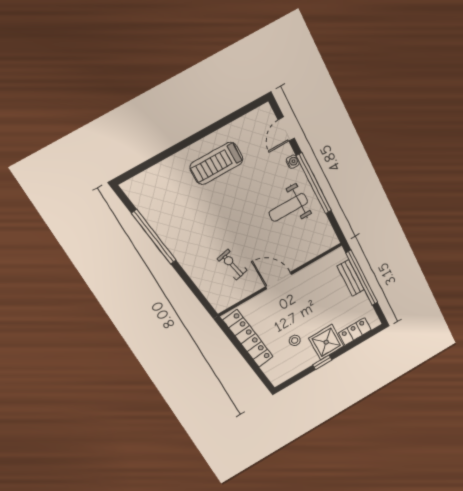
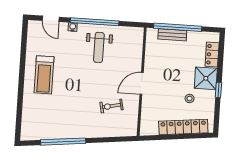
locker: (248, 339) -> (183, 127), moved

